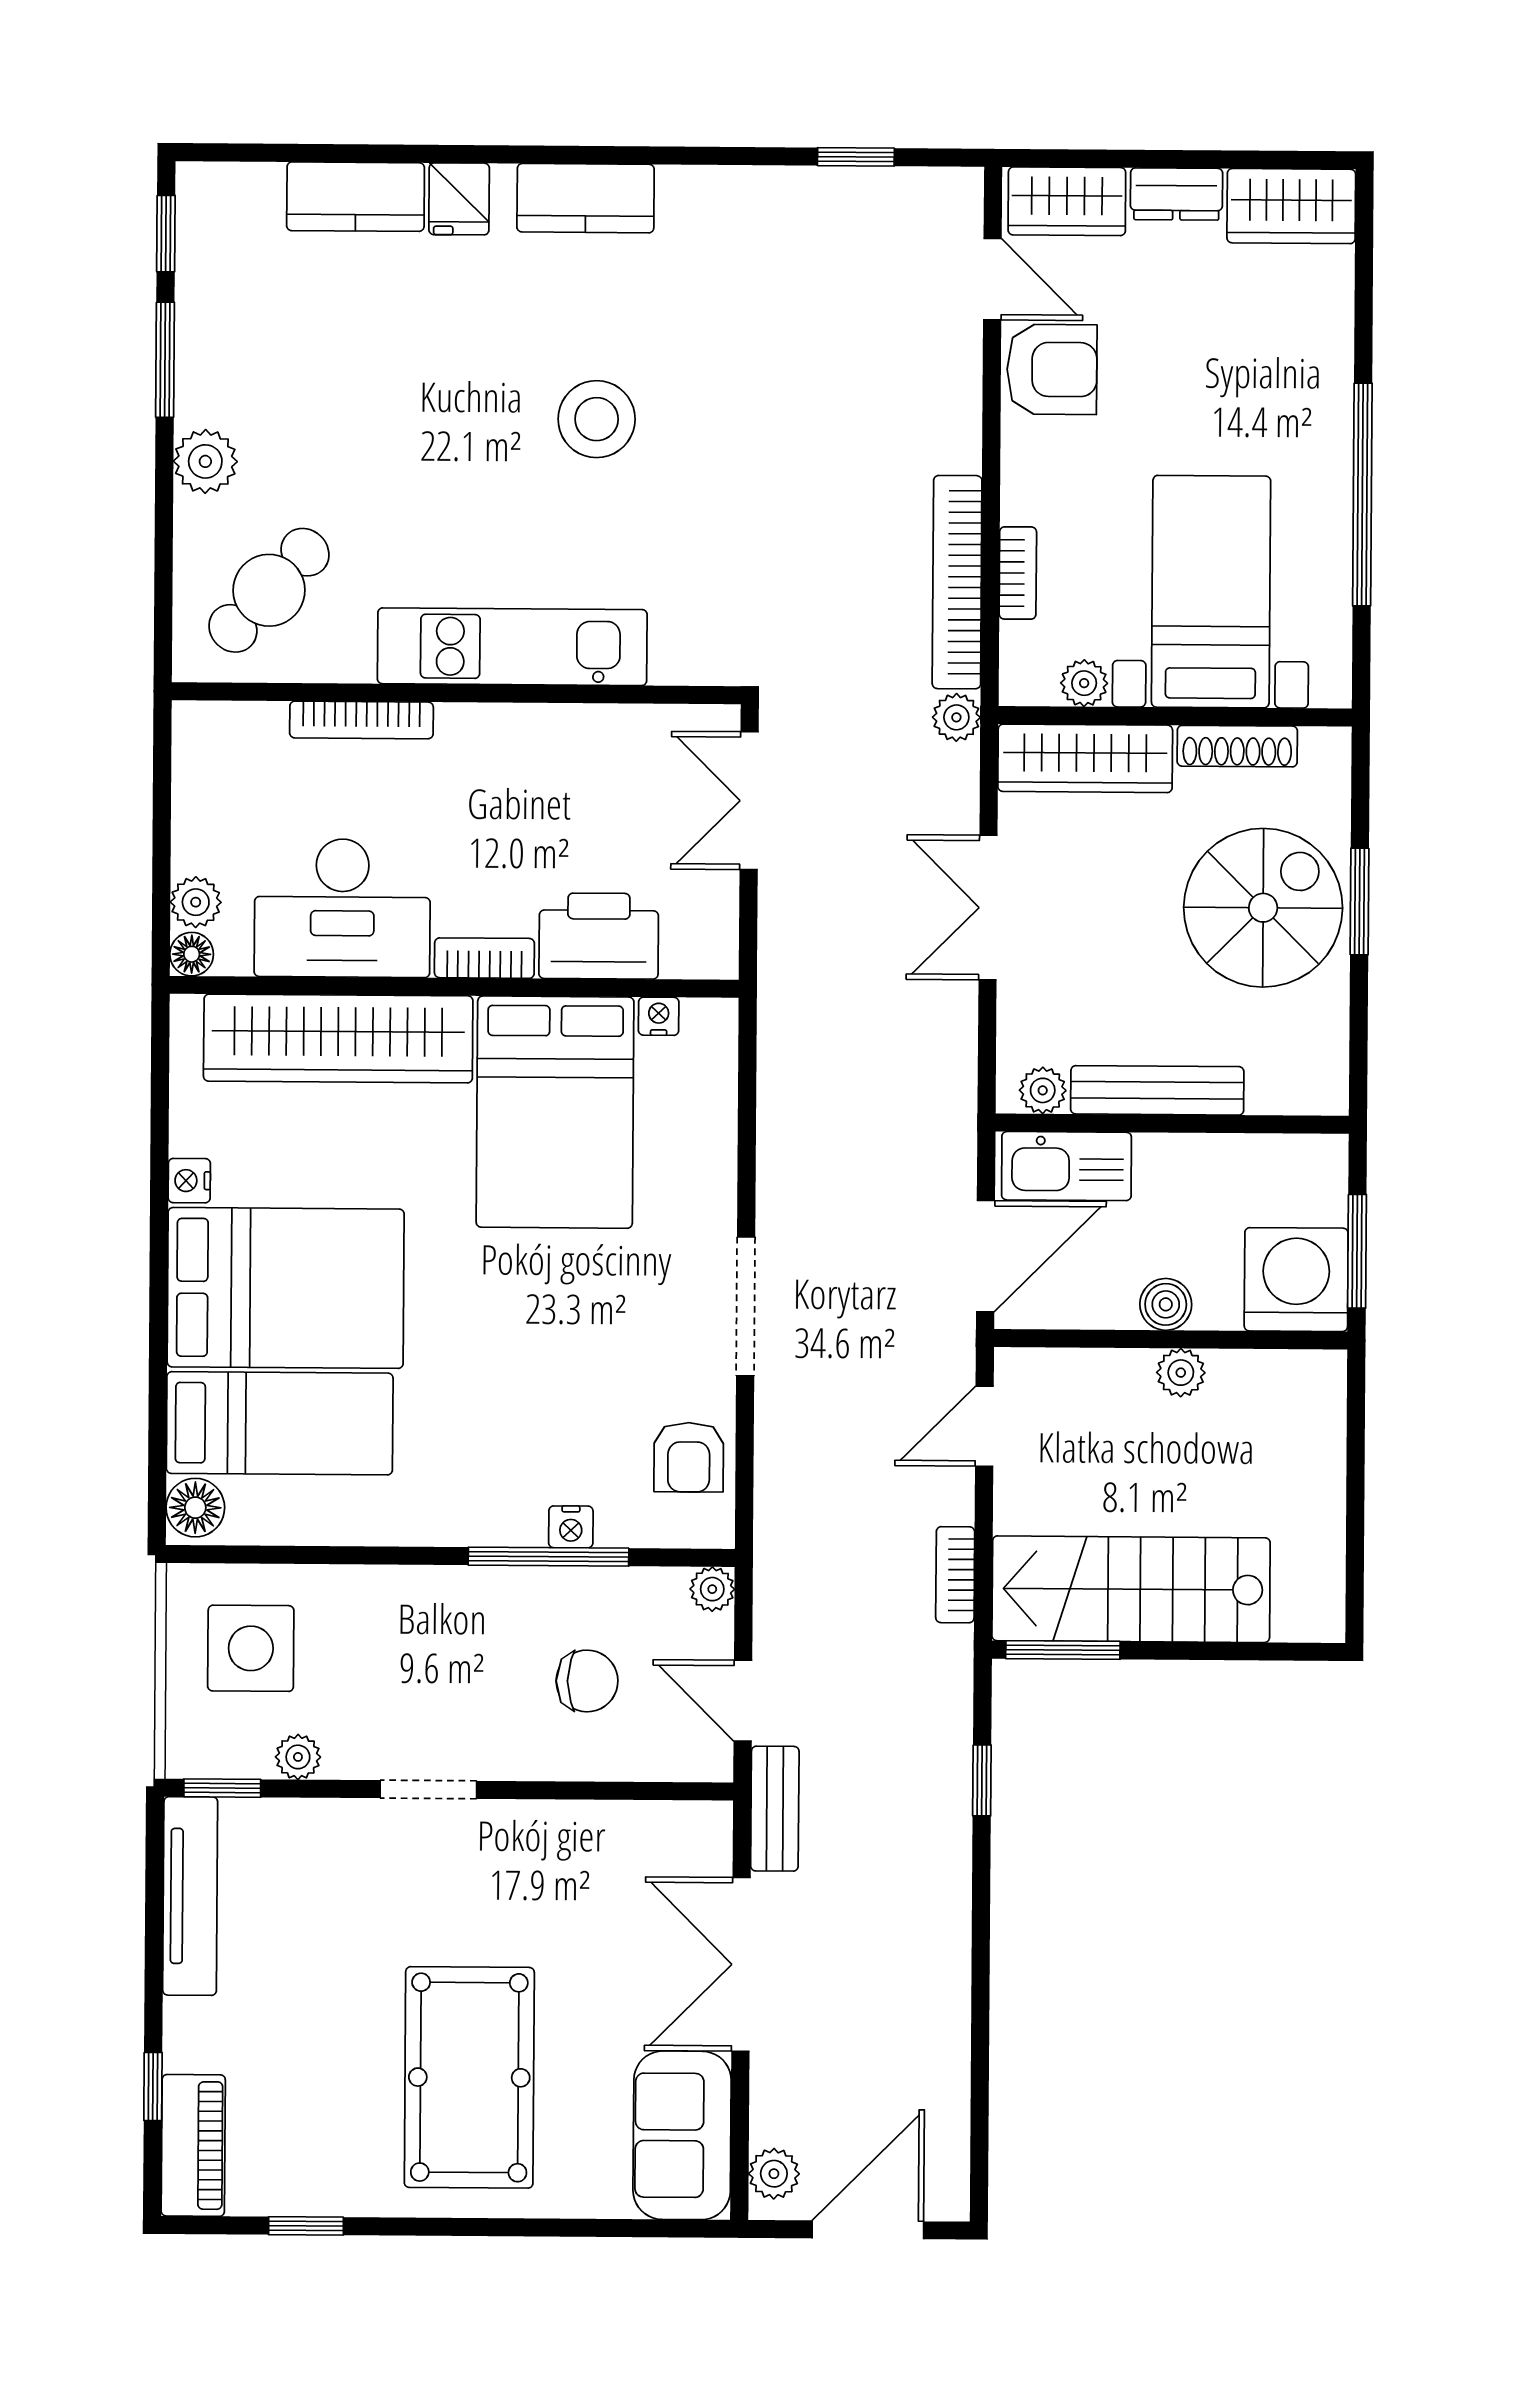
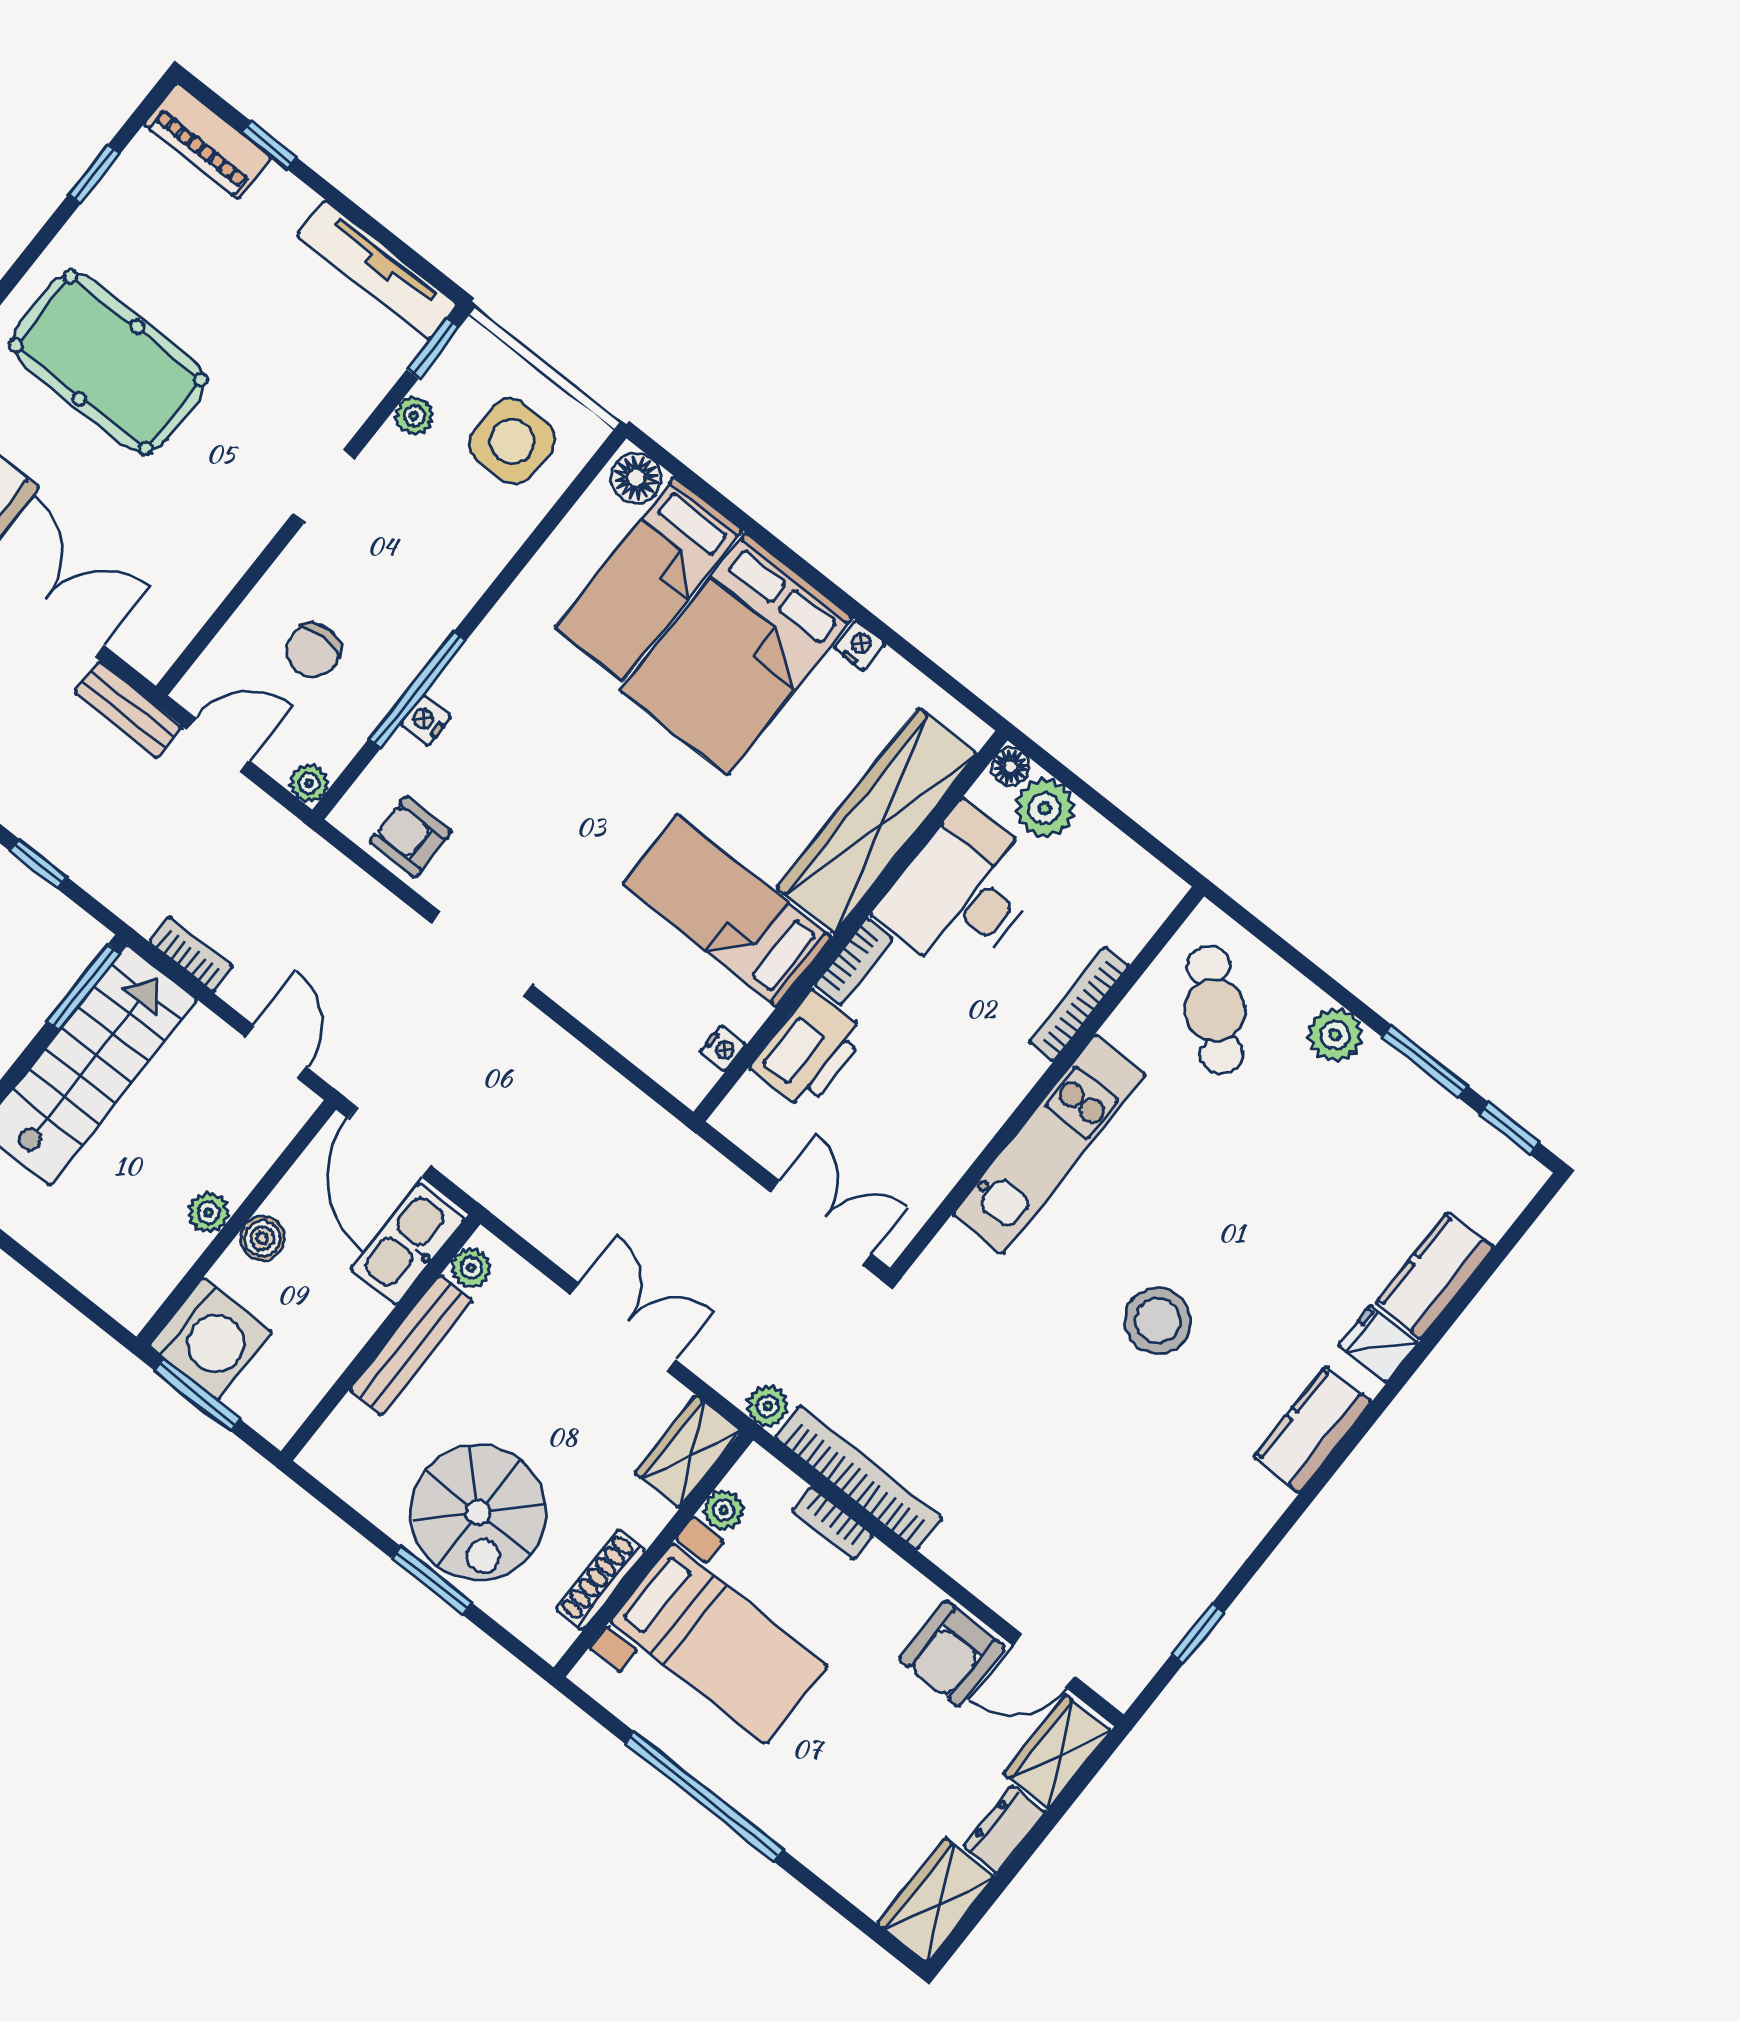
wardrobe: (1085, 758) -> (688, 1452), width x0.67
plant: (196, 902) -> (1045, 808), width x1.38, depth x1.38
bed: (555, 1112) -> (727, 911), width x0.67

